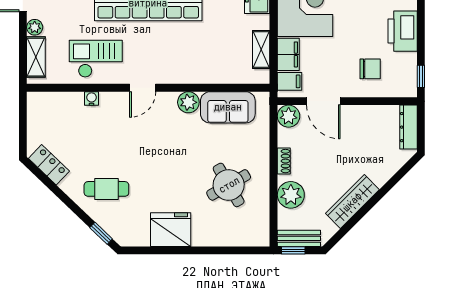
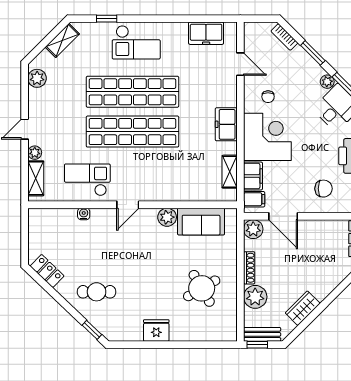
shoe rack: (284, 161) -> (249, 268), width x1.43
wardrobe: (352, 202) -> (303, 308), width x0.67
fridge: (171, 230) -> (156, 331), width x0.73, depth x0.75

